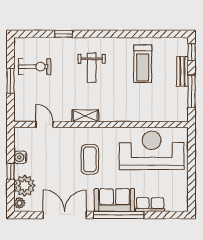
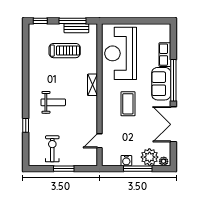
treadmill: (143, 64) -> (65, 51), moved
bench: (182, 71) -> (76, 28), moved
shelving: (85, 116) -> (92, 85), moved
coffee table: (90, 159) -> (128, 104), turned 90
window: (11, 171) -> (138, 169), width x2.17

